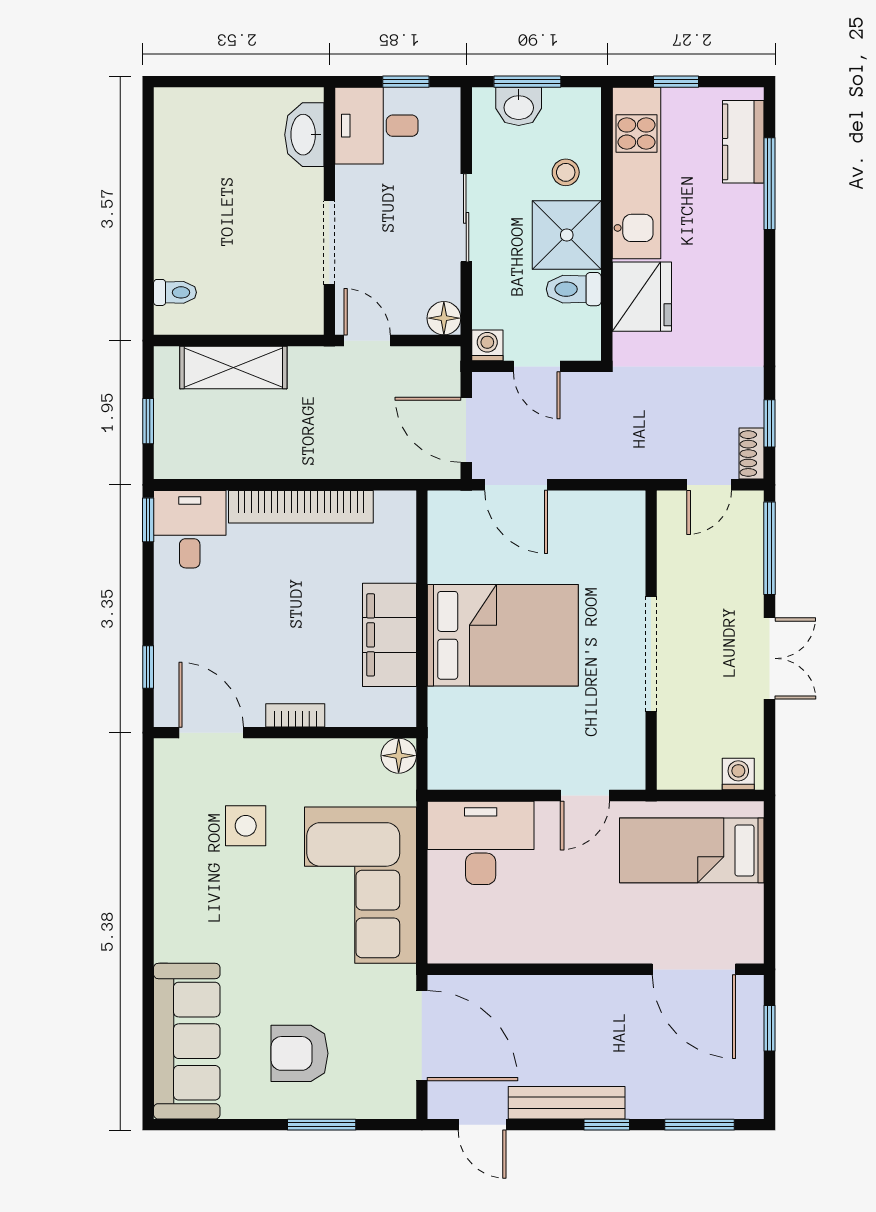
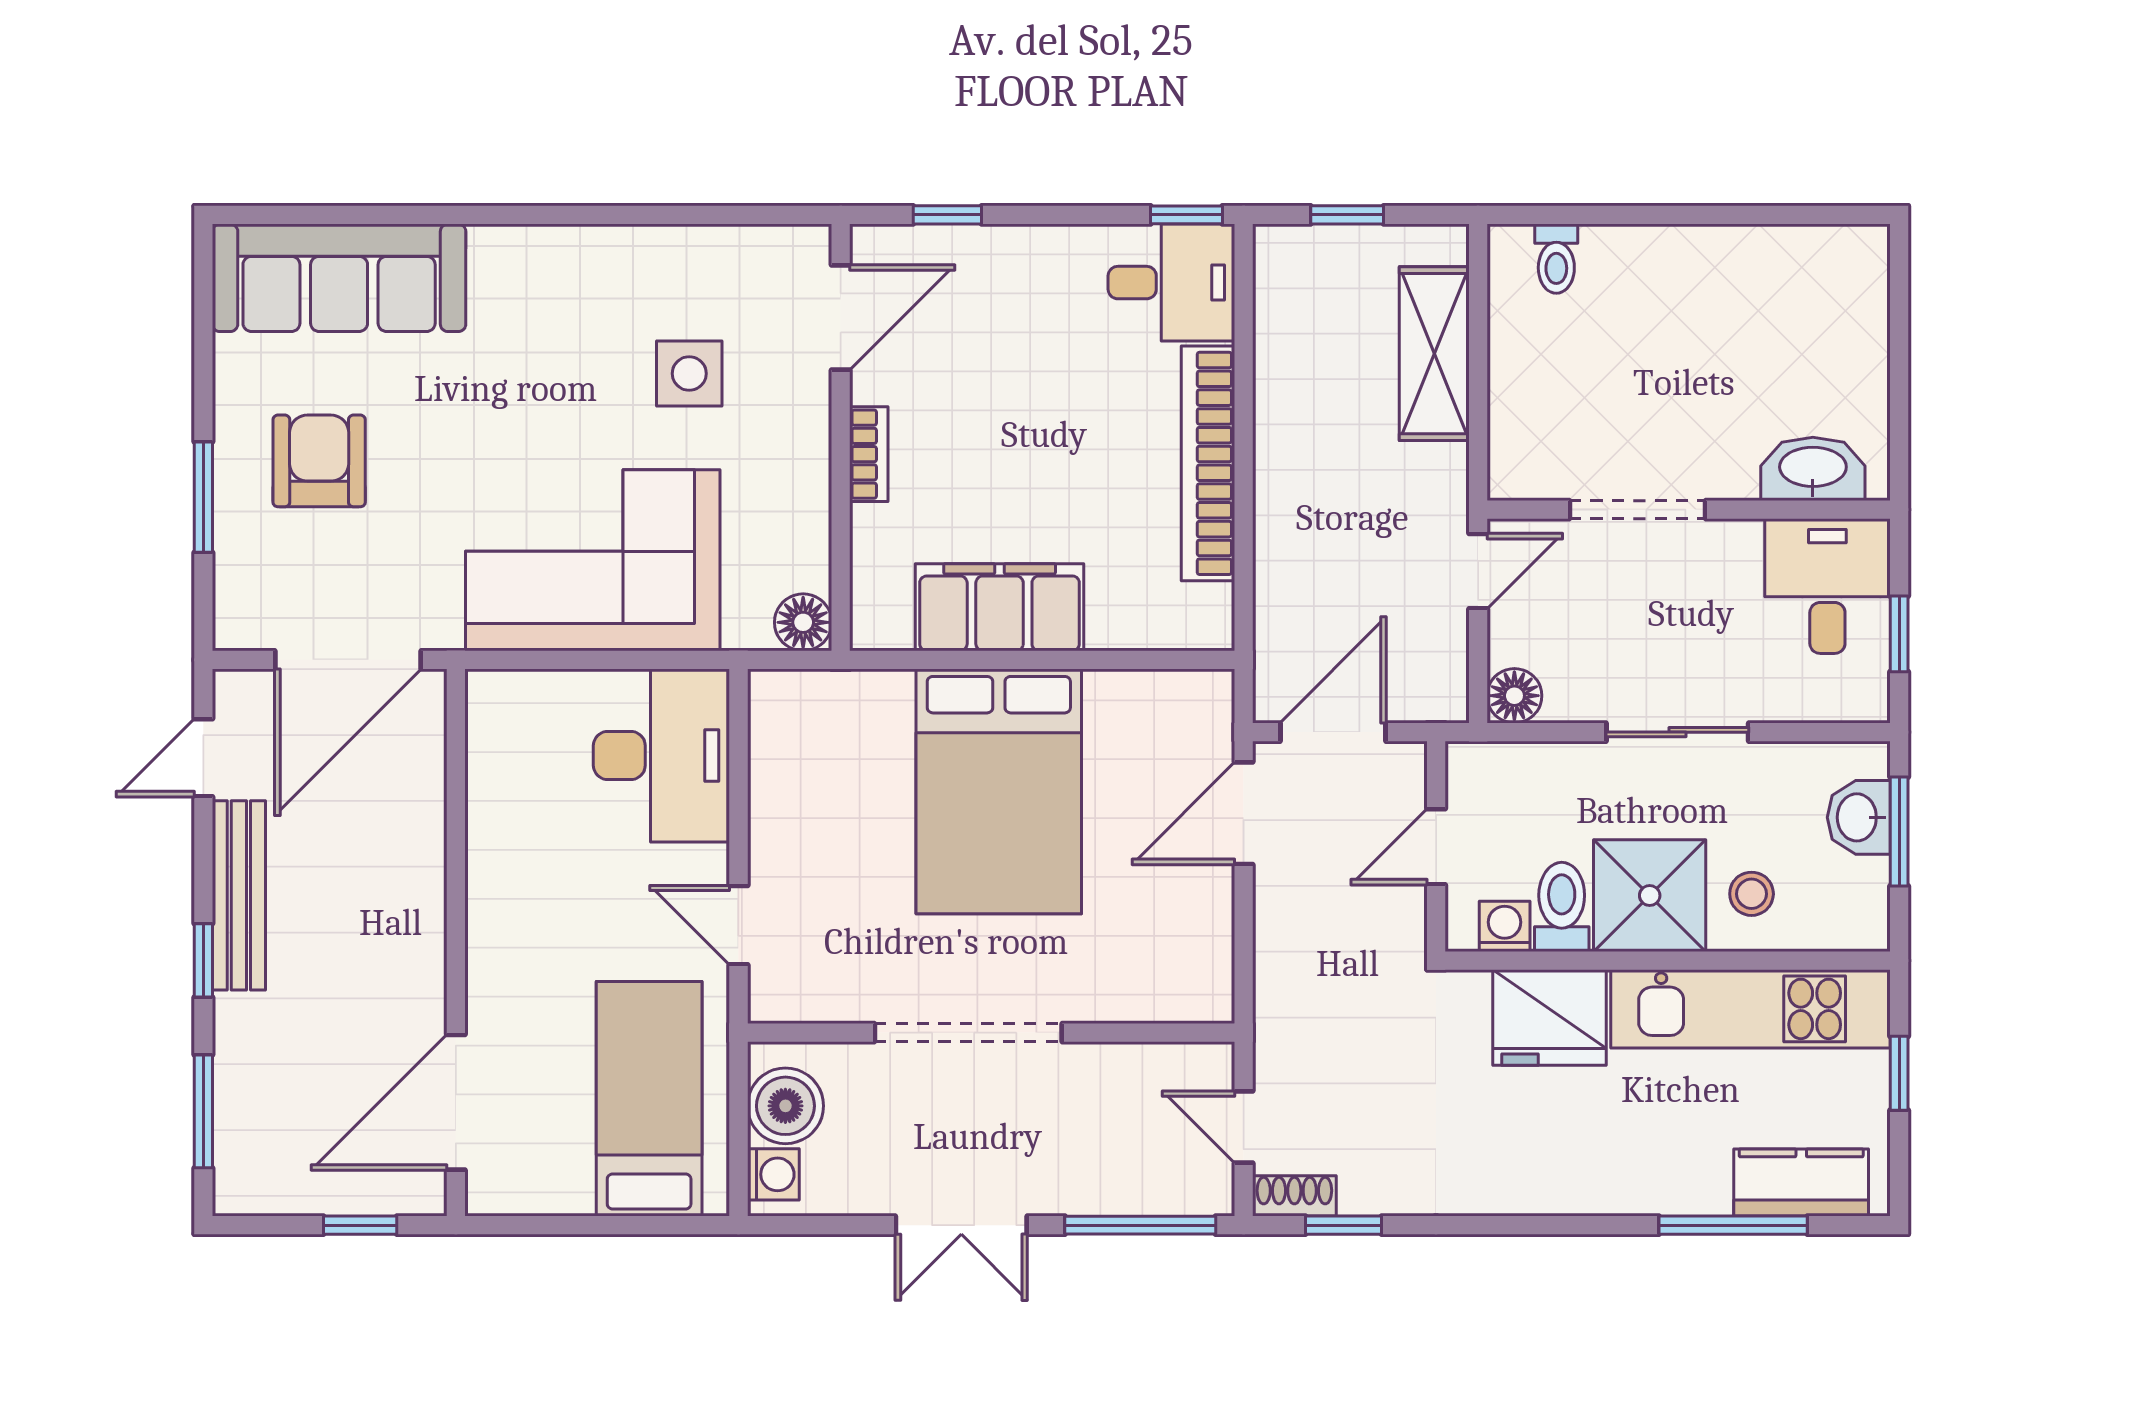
washing machine: (487, 345) -> (1505, 926), moved, turned -90
boiler: (696, 767) -> (785, 1106), added

